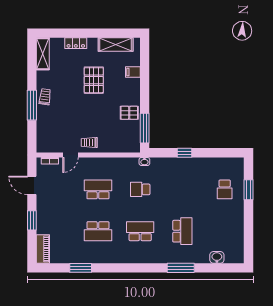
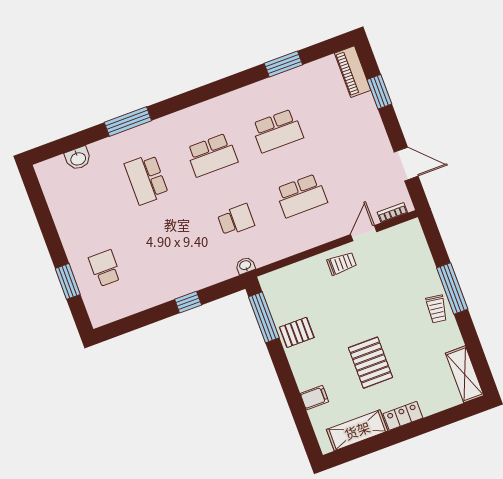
locker: (76, 43) -> (403, 416), moved
window: (32, 220) -> (379, 92), moved
school desk: (98, 231) -> (277, 131), turned 180

